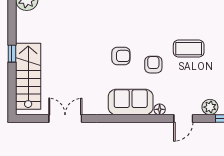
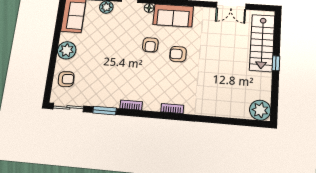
coffee table: (189, 49) -> (118, 56), removed

